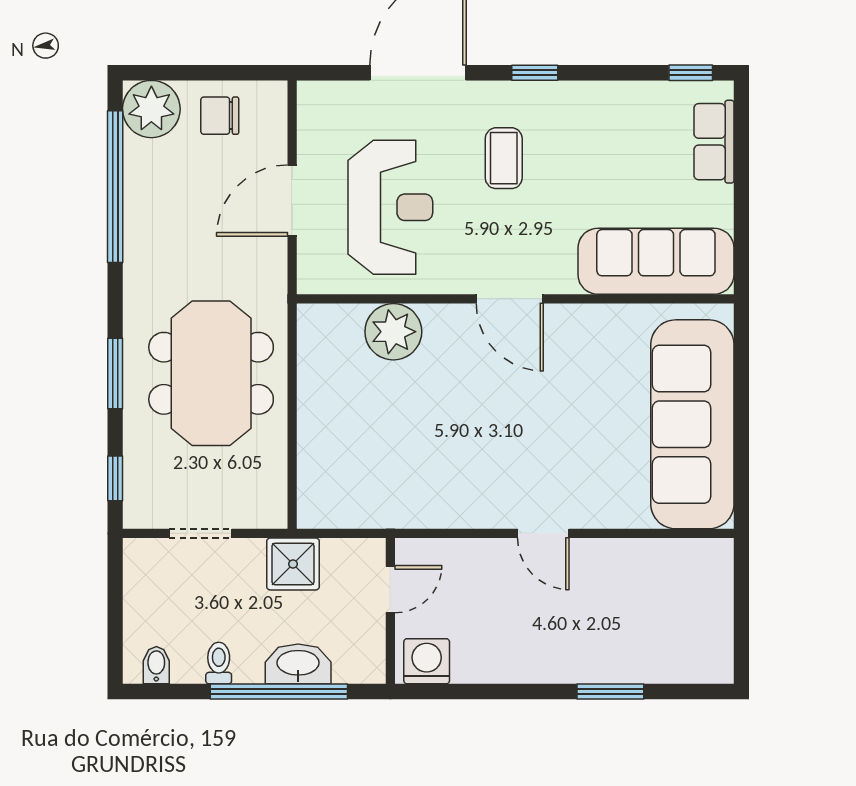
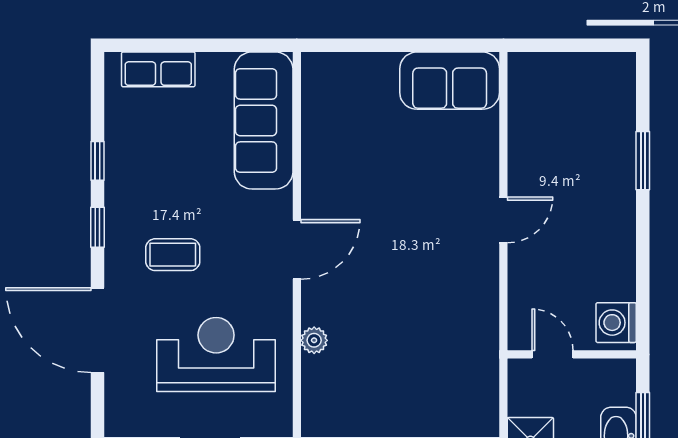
window: (691, 73) -> (98, 161), moved
plant: (393, 332) -> (314, 340), width x0.53, depth x0.53
sofa: (692, 424) -> (450, 81), width x0.54, depth x0.79

